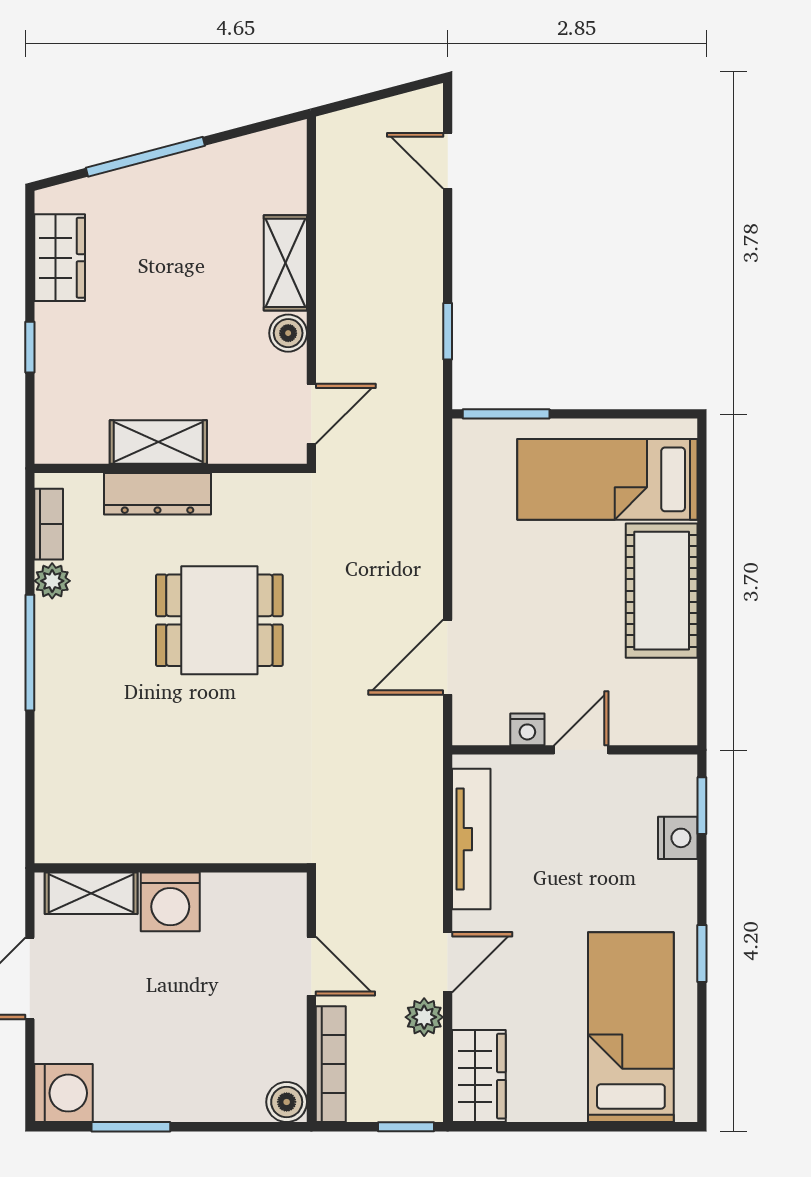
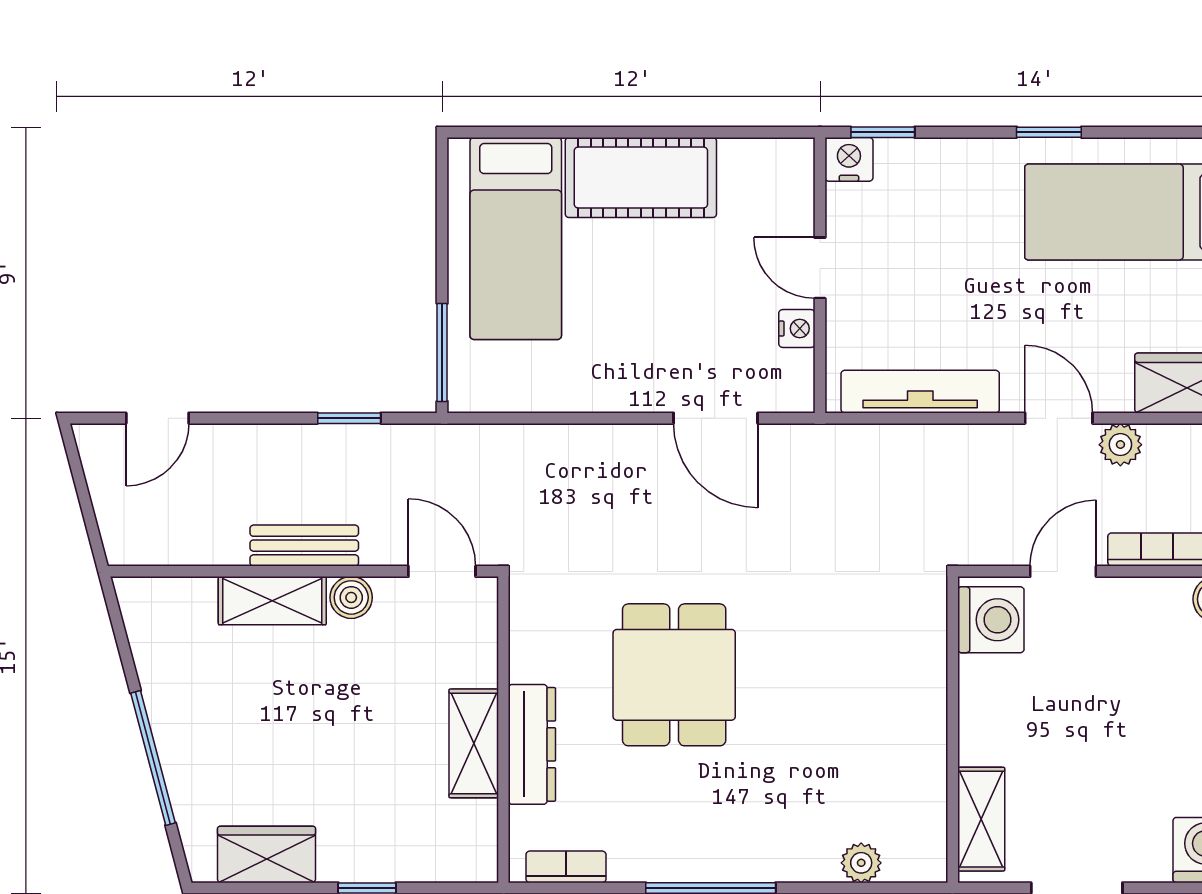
bench: (334, 291) -> (304, 546), added
plant: (52, 581) -> (861, 863), moved
nightstand: (678, 838) -> (849, 159), moved
washing machine: (170, 902) -> (991, 620), moved

